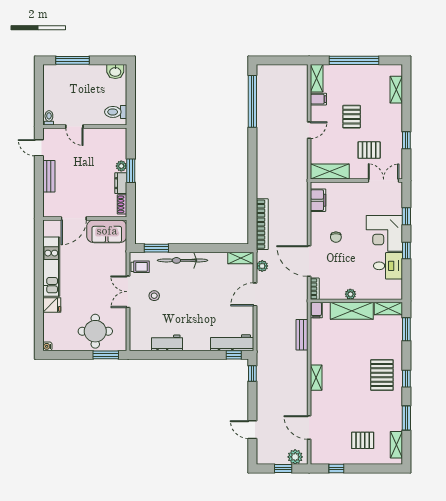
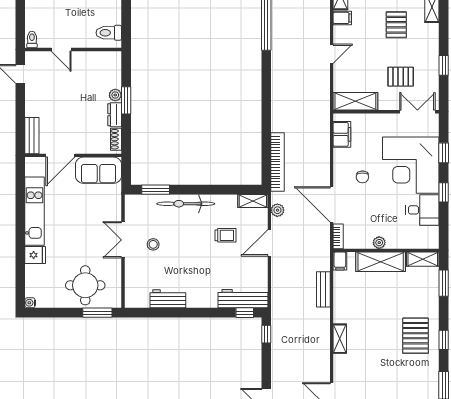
pallet: (352, 117) -> (396, 25), moved
bench: (49, 176) -> (32, 136), moved
corner desk: (384, 233) -> (411, 165), width x1.36, depth x1.36
trolley: (140, 267) -> (225, 235), moved

